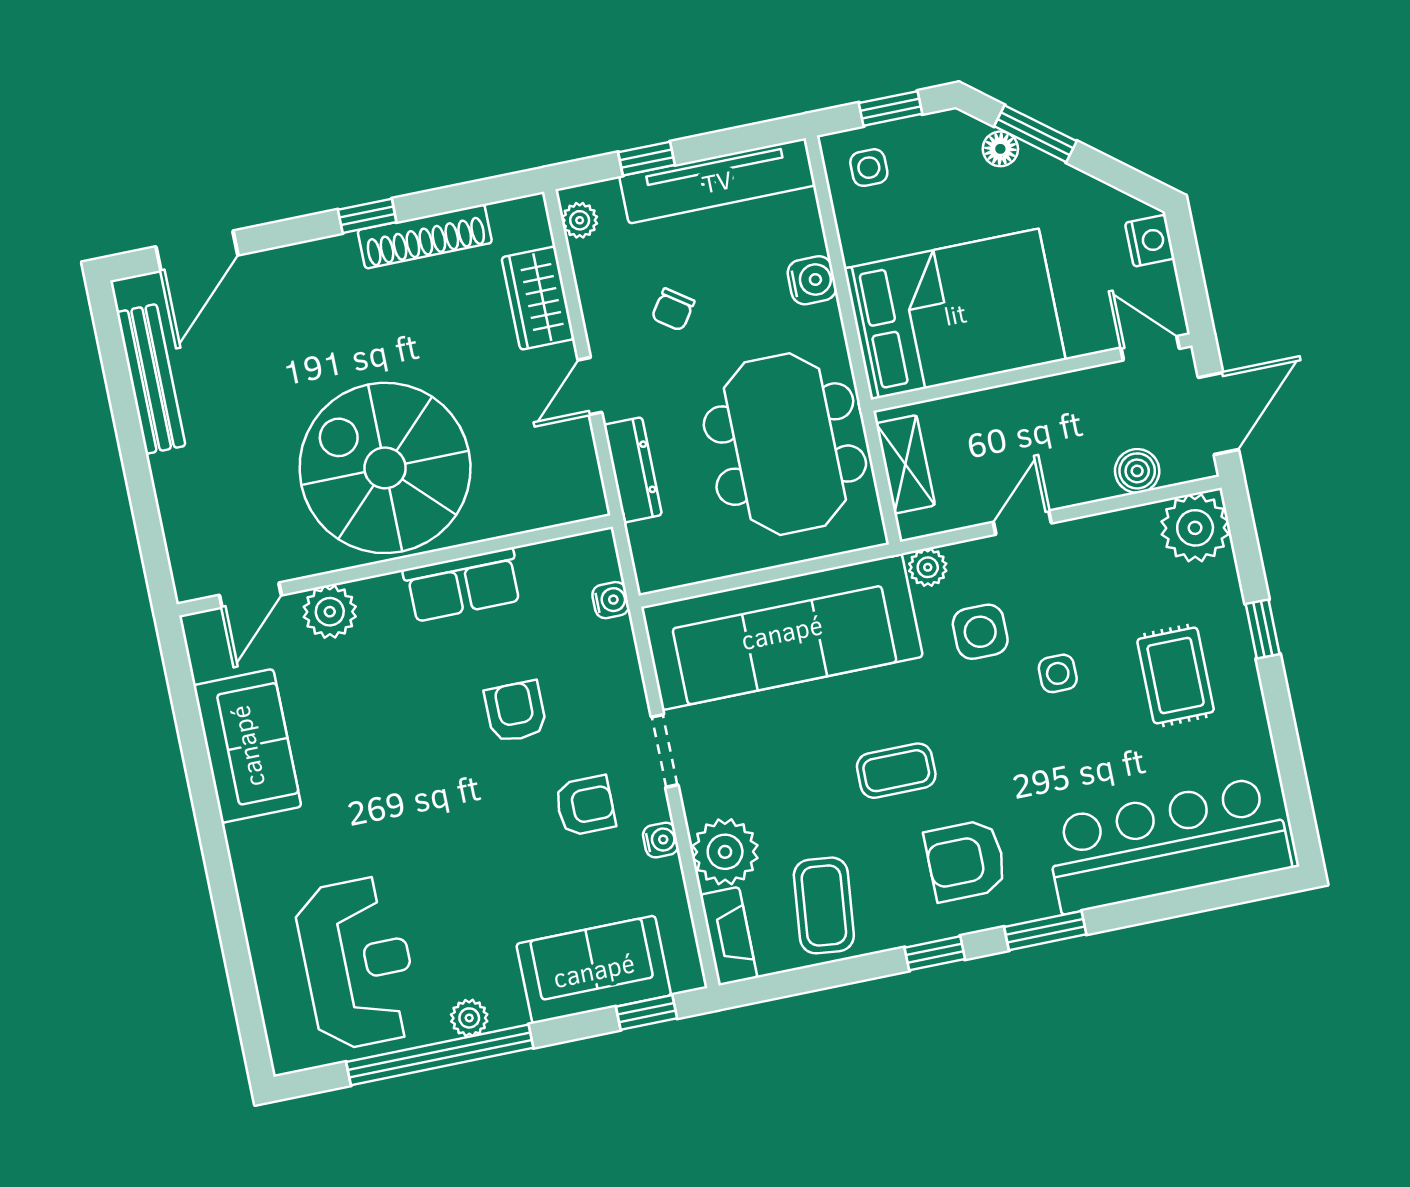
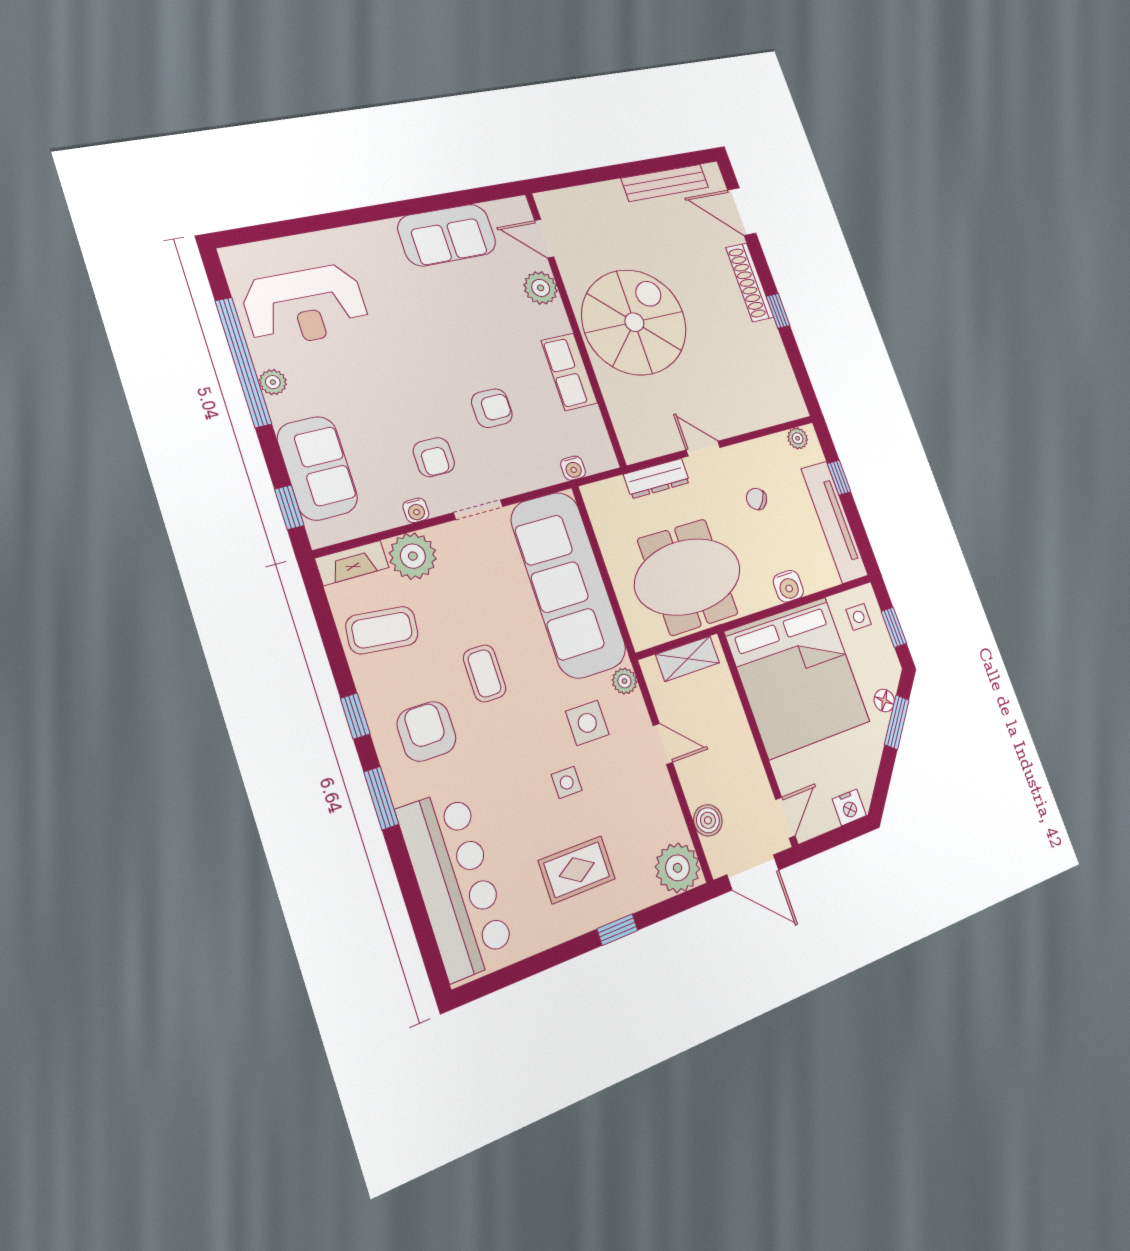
shoe rack: (425, 236) -> (750, 282), moved
wardrobe: (538, 298) -> (749, 414), removed
bed: (955, 314) -> (798, 677), width x1.36

